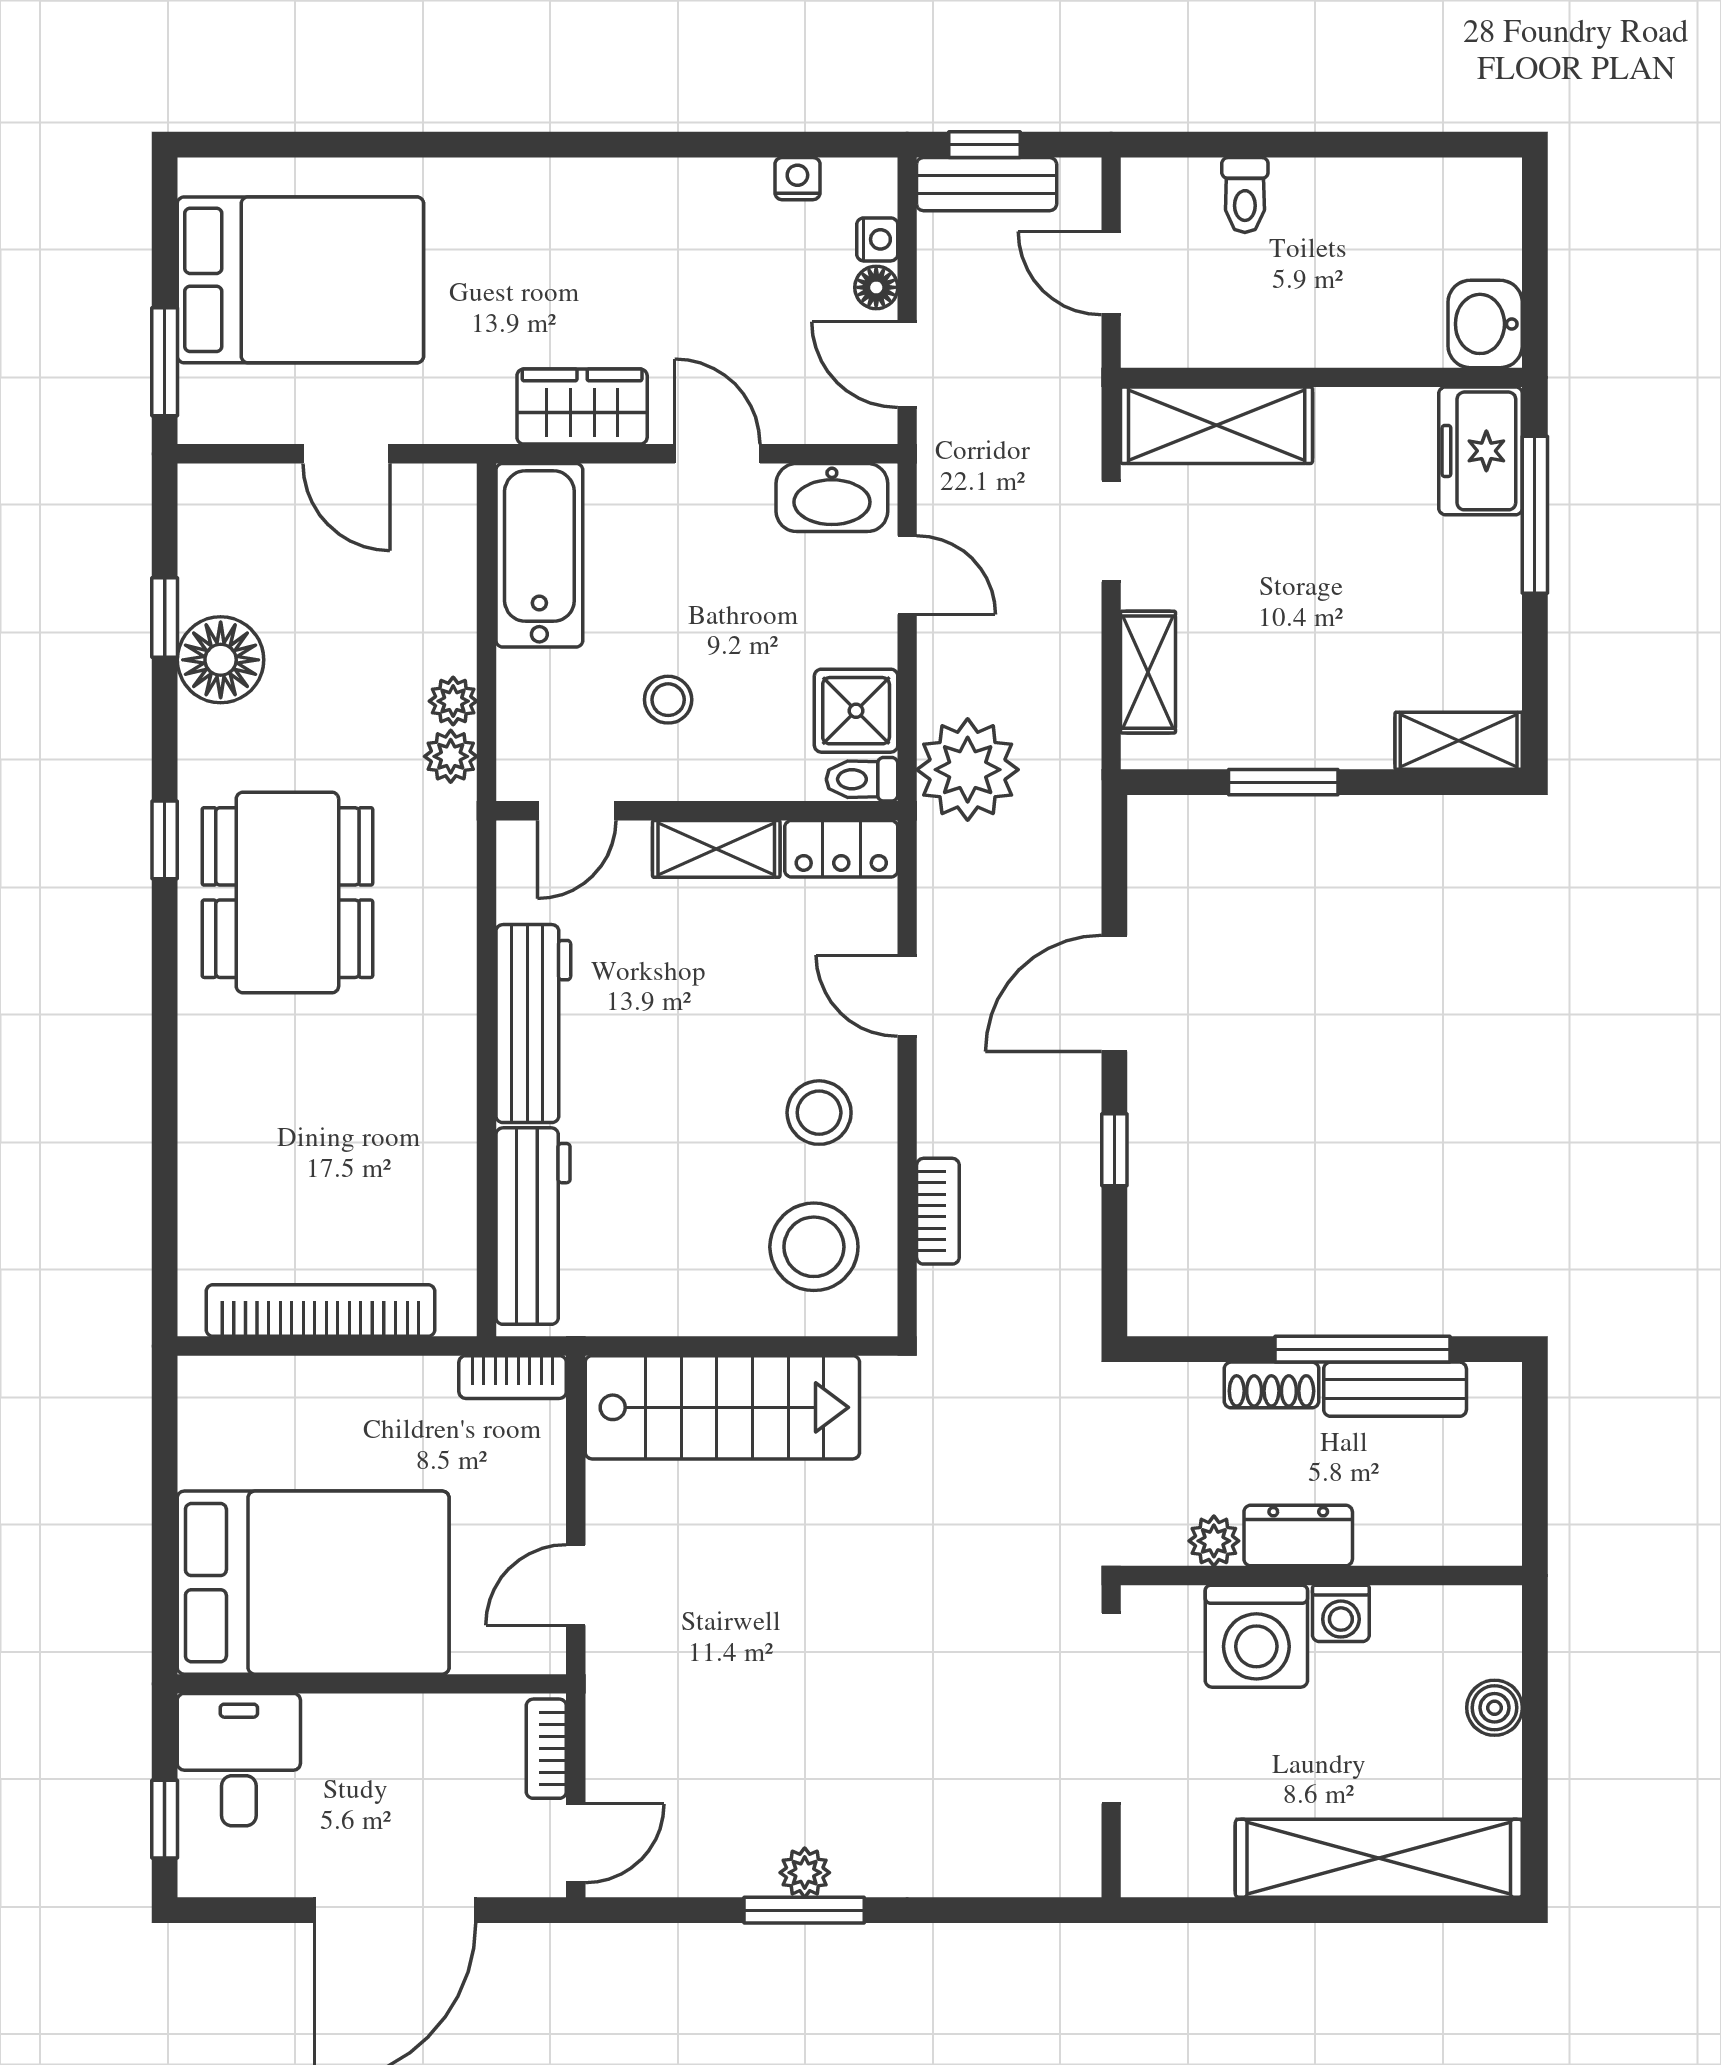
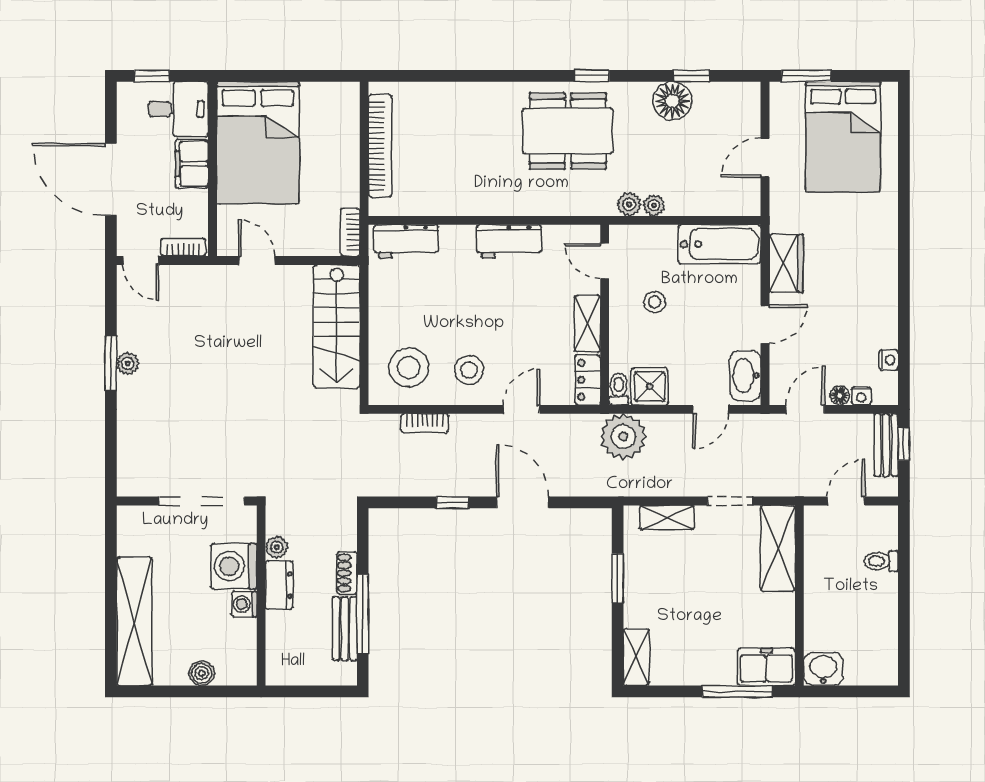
workbench: (533, 1024) -> (509, 241), width x0.73
workbench: (533, 1226) -> (406, 241), width x0.73
filing cabinet: (360, 1730) -> (192, 164), added

